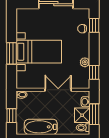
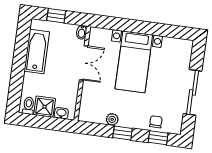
window: (11, 53) -> (136, 27), removed
window: (94, 72) -> (123, 133), moved
double door: (58, 90) -> (84, 63), moved
window: (94, 114) -> (44, 122), removed

